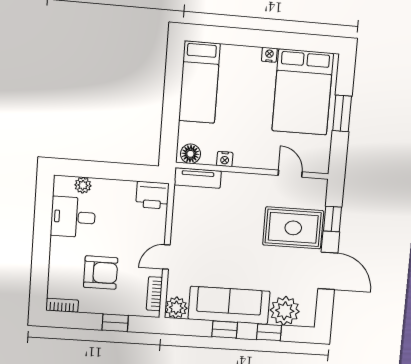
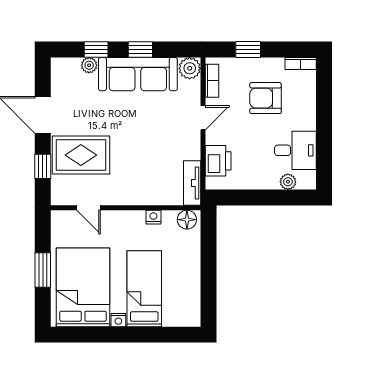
bed: (199, 82) -> (144, 289), moved
tv unit: (198, 178) -> (192, 183), moved, turned -90
printer: (152, 195) -> (218, 161), moved, turned 90
plant: (285, 311) -> (89, 65), width x0.53, depth x0.53

